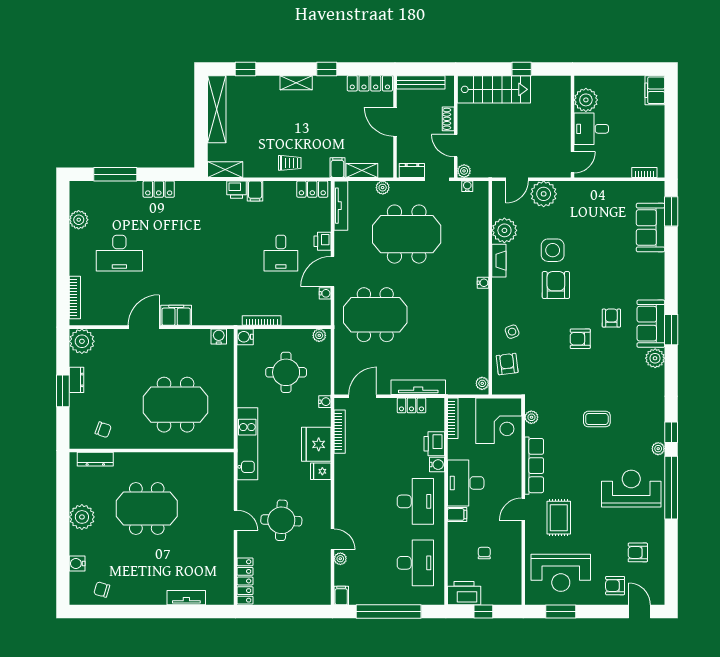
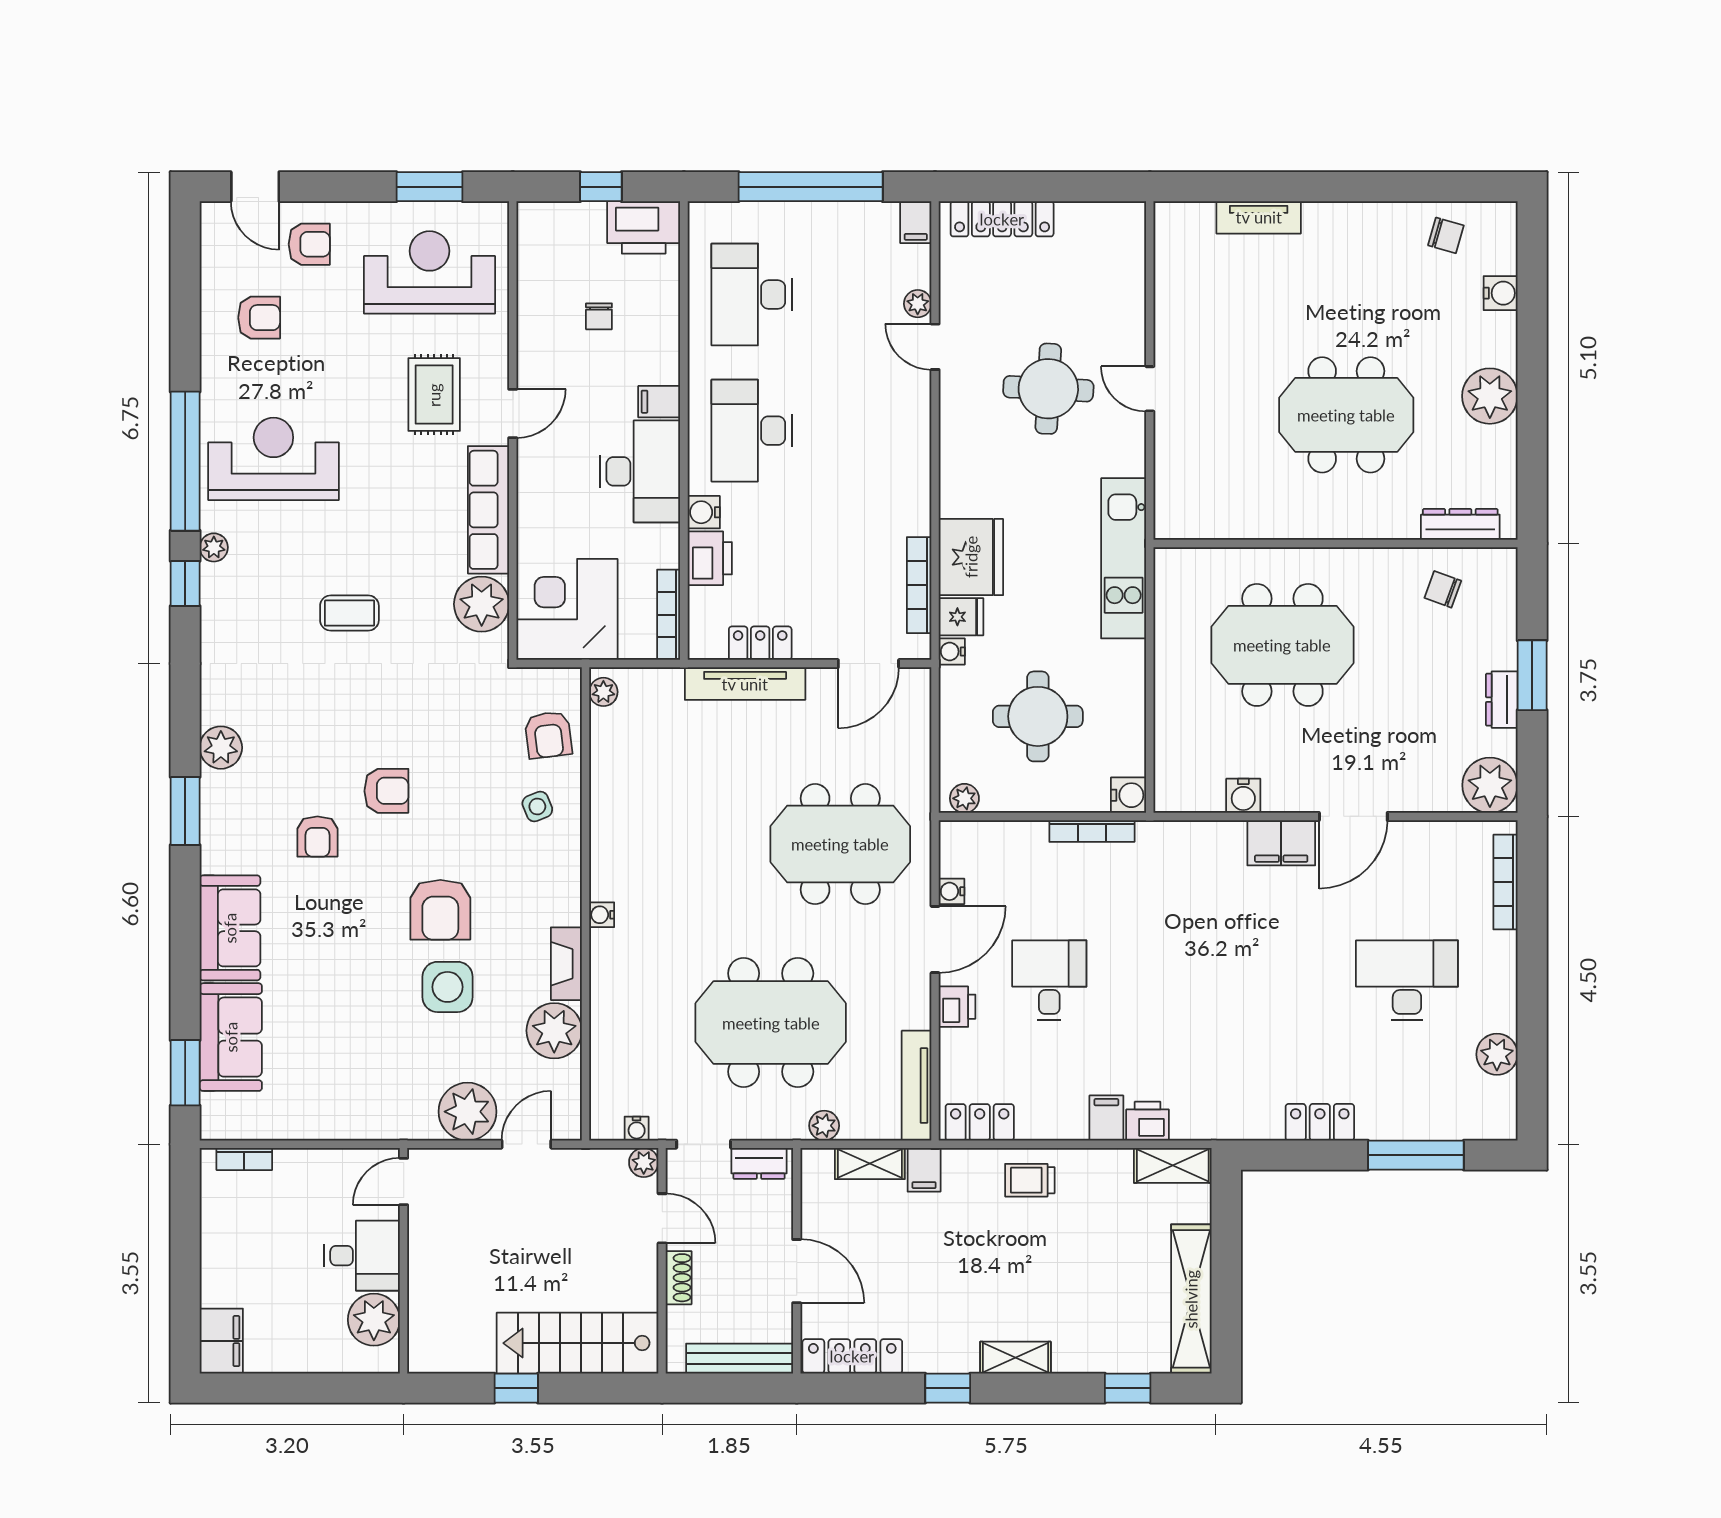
sofa: (651, 324) -> (230, 928), moved
water cooler: (219, 336) -> (1243, 796), moved
plant: (531, 417) -> (482, 604), width x1.87, depth x1.87
fridge: (321, 471) -> (961, 617), moved
reception desk: (631, 489) -> (273, 459), turned 180
locker: (245, 581) -> (1002, 219), moved, turned -90

